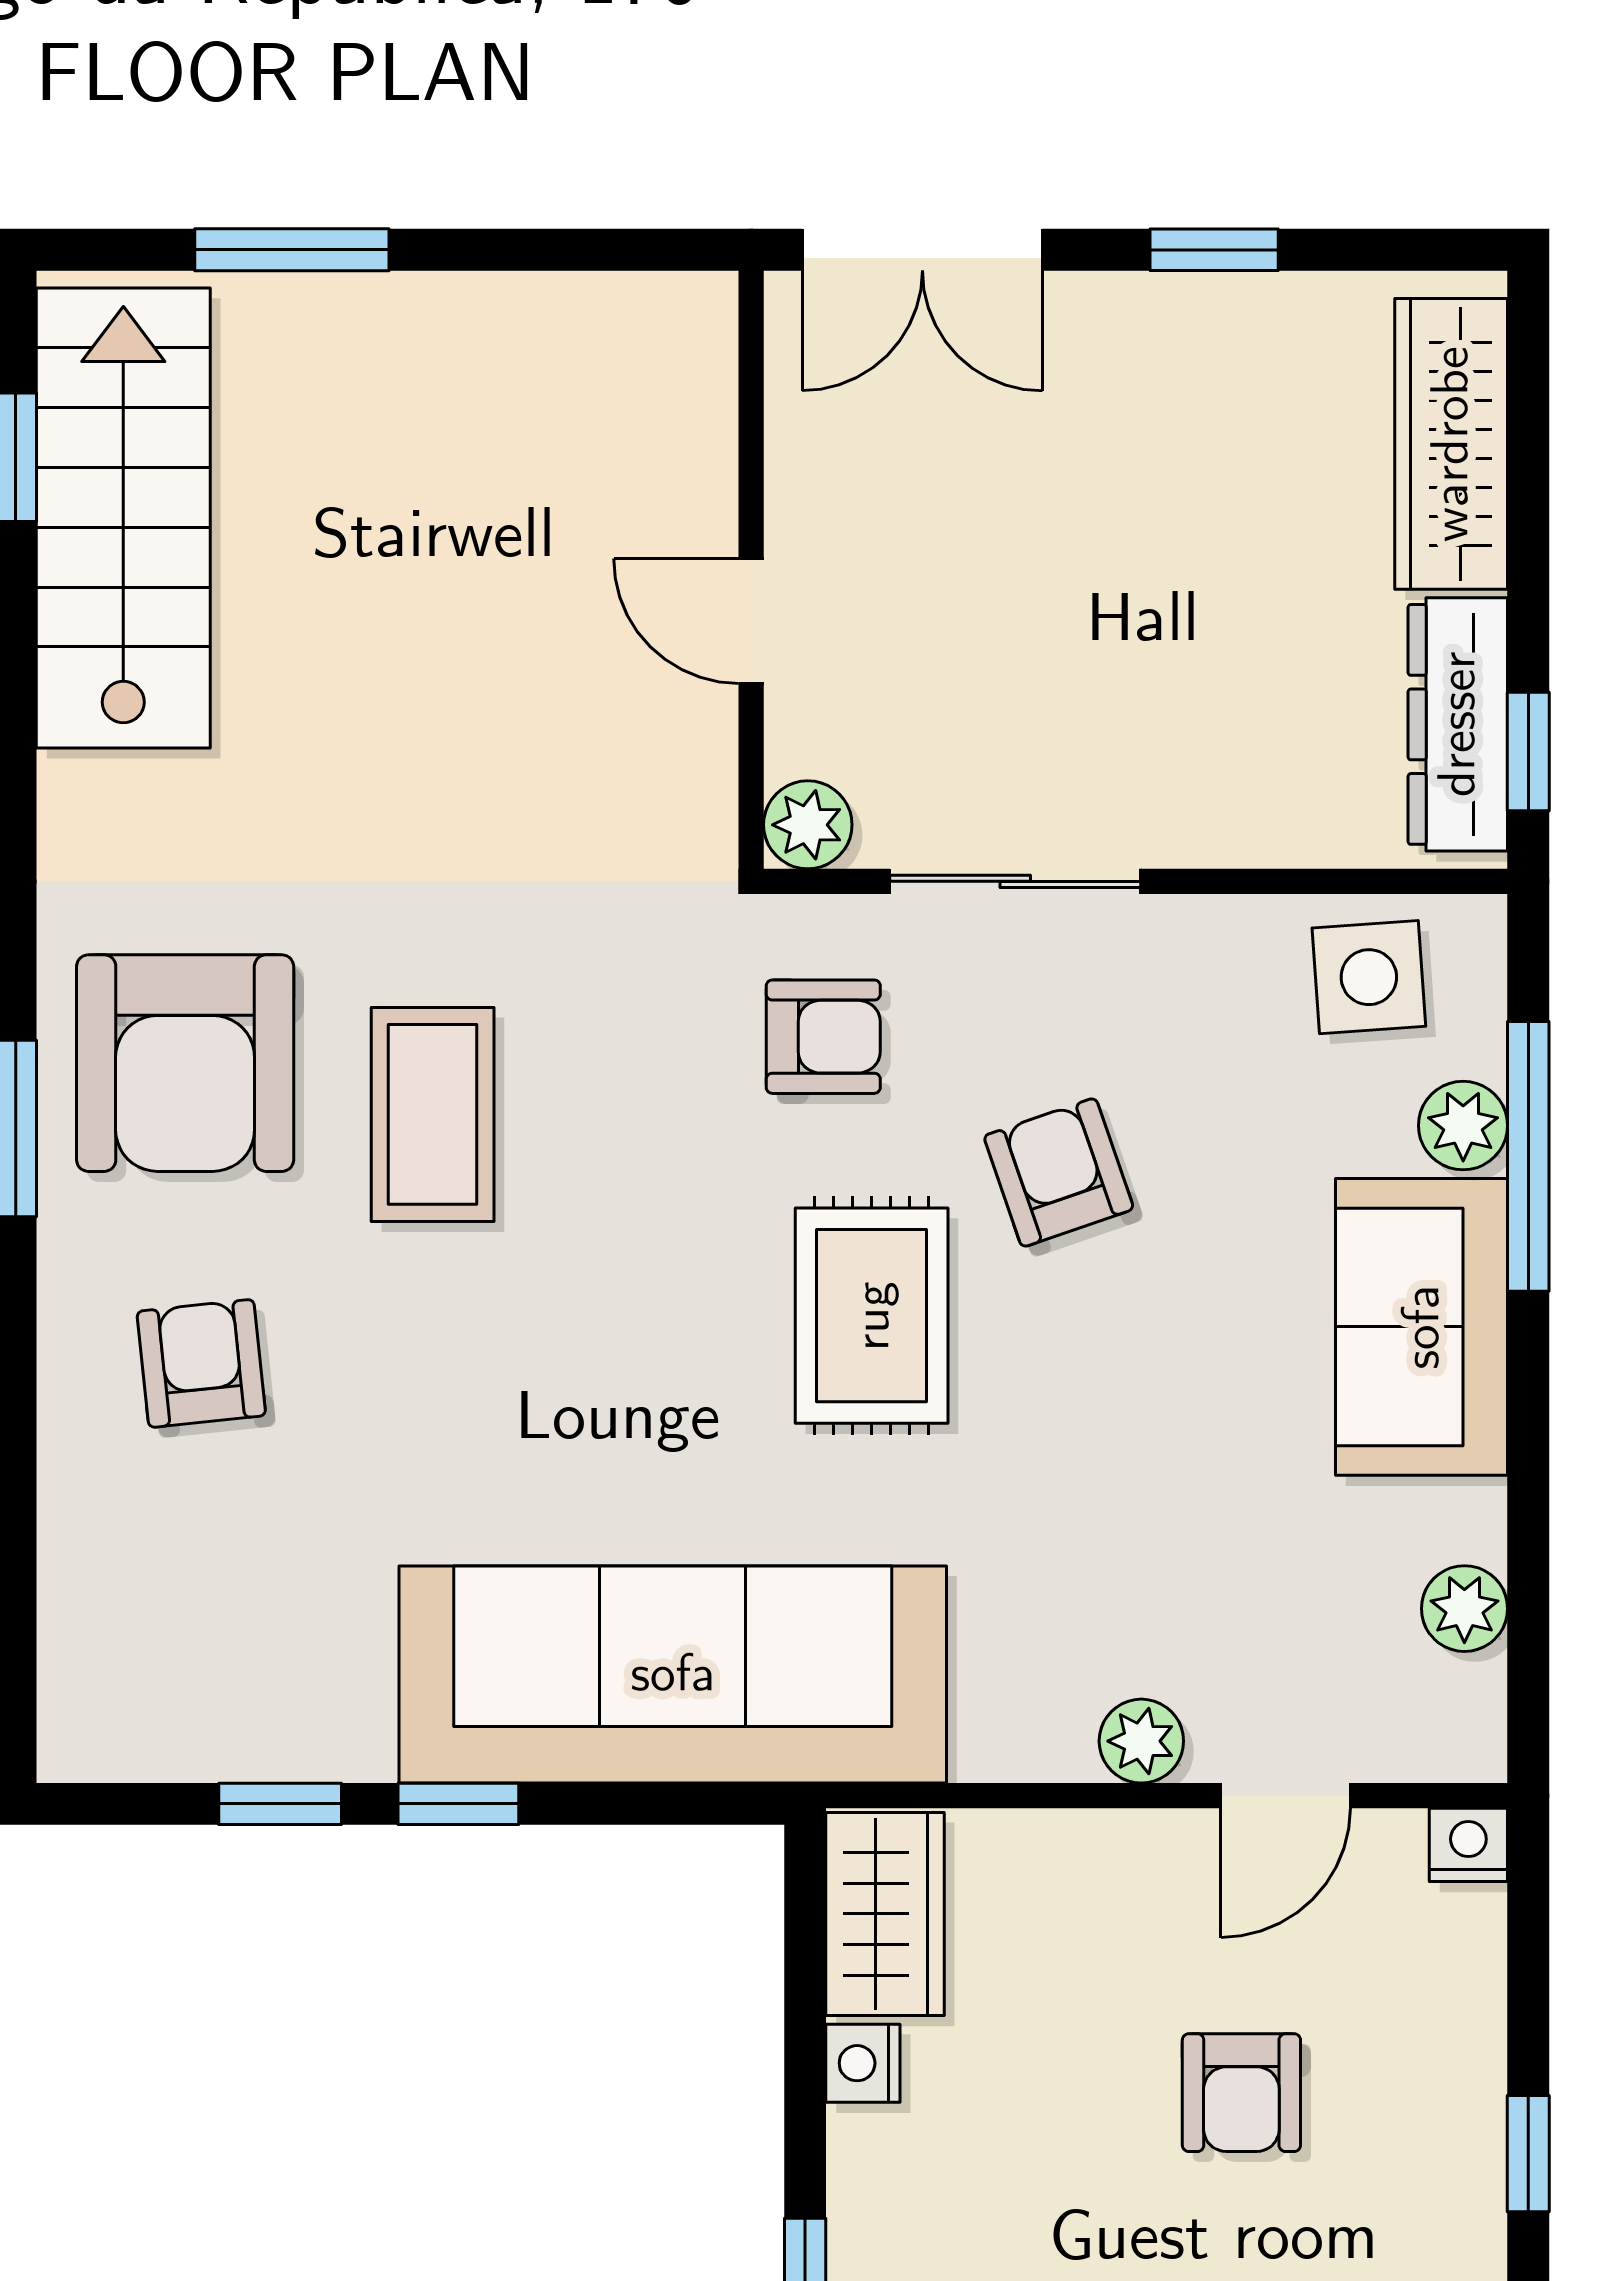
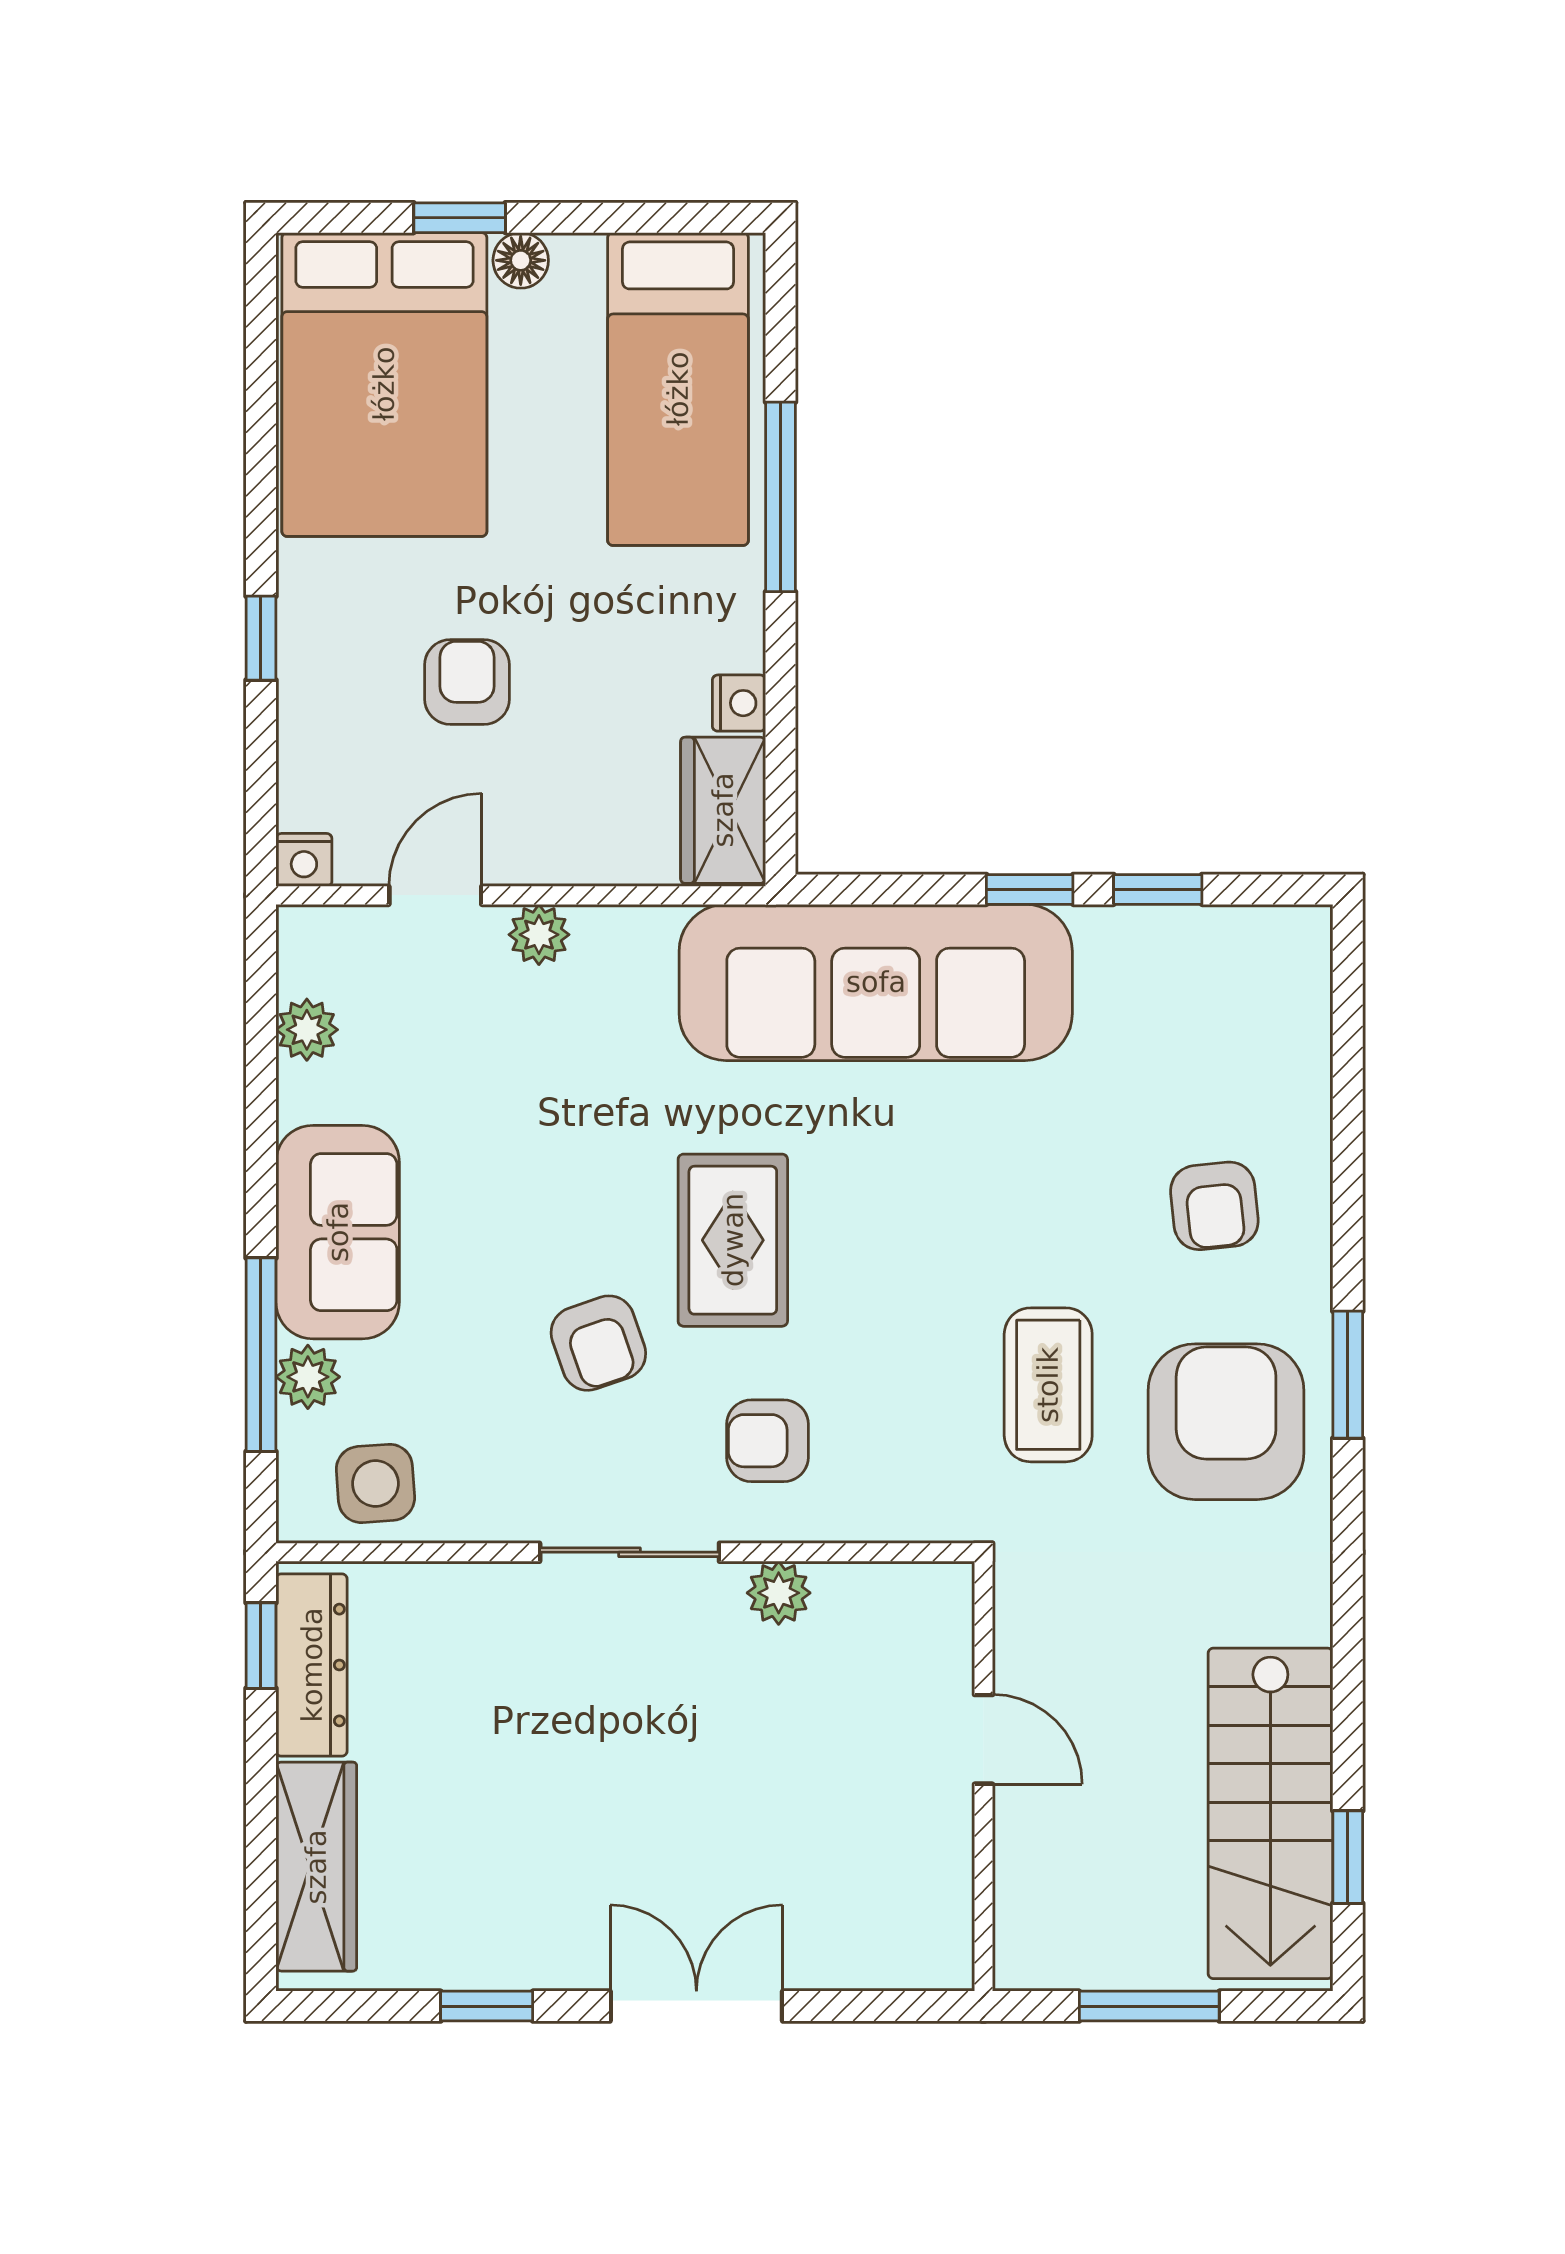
wall: (751, 570) -> (983, 1776), moved
door: (751, 621) -> (983, 1739), moved

